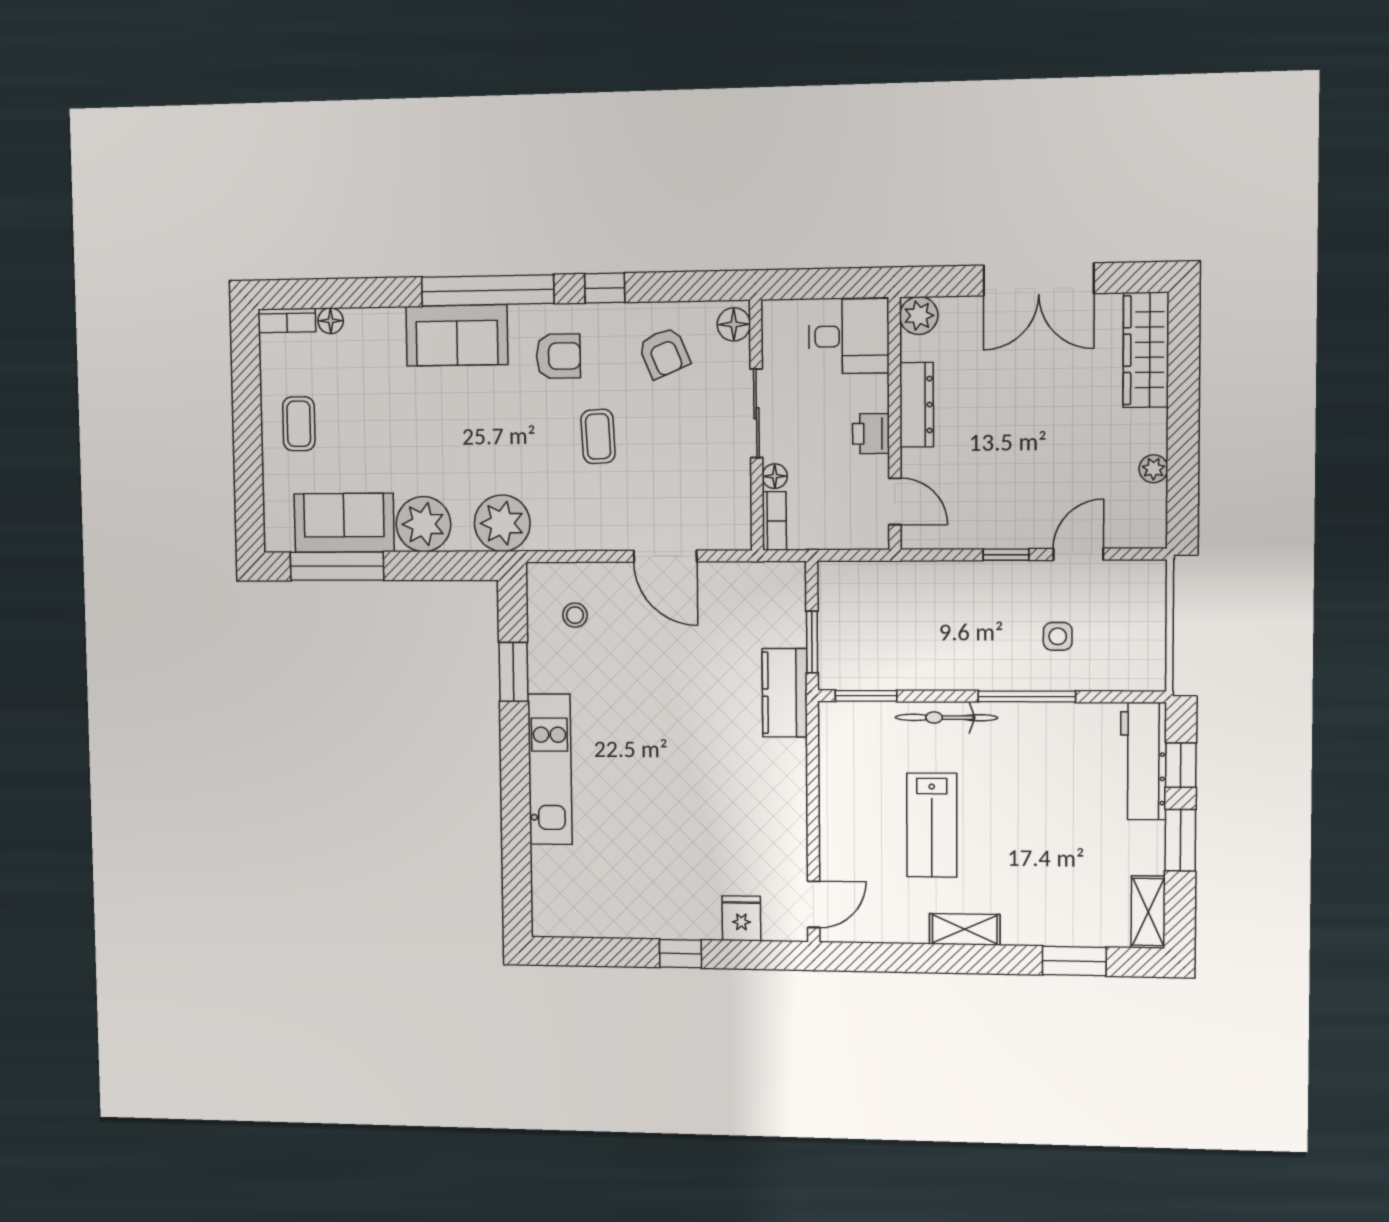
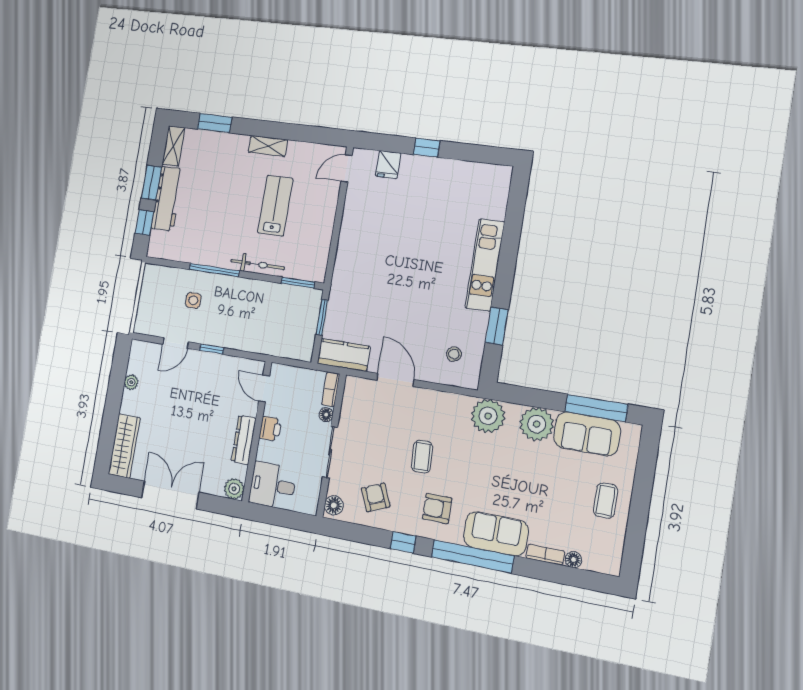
bookcase: (287, 320) -> (545, 555), moved
kitchen counter: (785, 693) -> (344, 355), moved, turned -90
workbench: (1143, 761) -> (167, 199), moved

